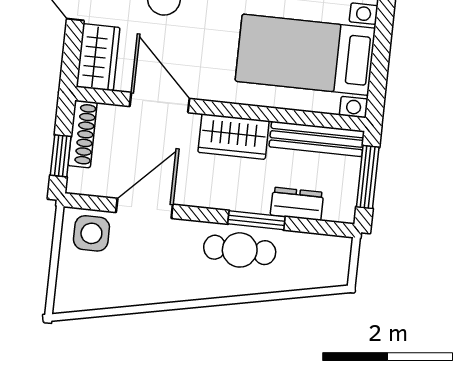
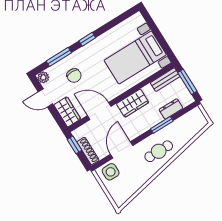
shoe rack: (82, 134) -> (88, 151), moved
bench: (317, 139) -> (165, 80), width x0.73
window: (61, 156) -> (75, 145), moved
cafe table: (240, 250) -> (159, 151), moved

